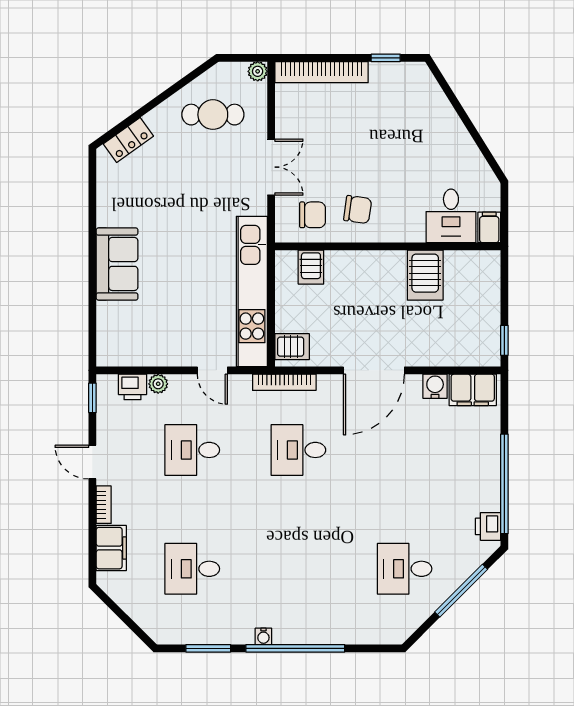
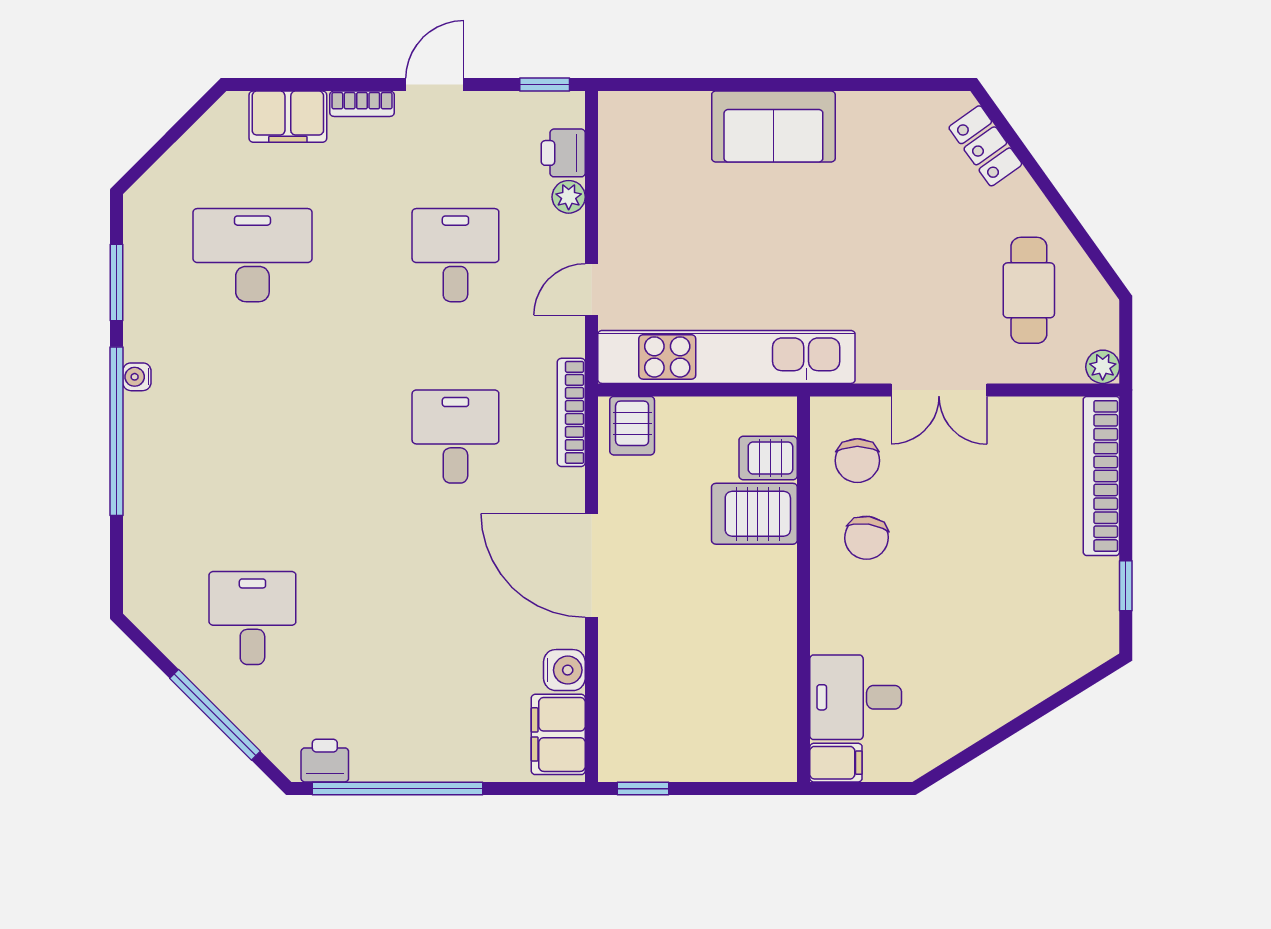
server rack: (425, 275) -> (754, 514), moved
desk: (192, 569) -> (252, 255), width x1.37

